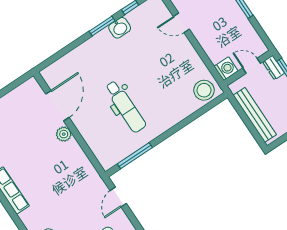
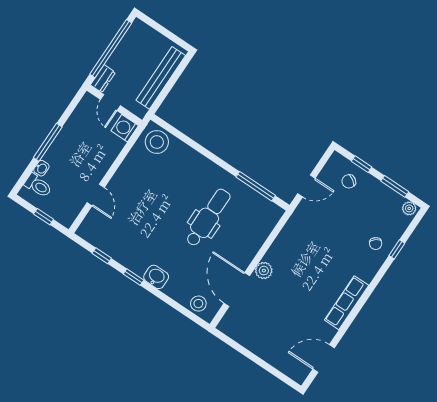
window: (102, 26) -> (134, 277), width x0.67
washbasin: (120, 28) -> (156, 277), moved
stool: (59, 70) -> (198, 304), added
door: (57, 106) -> (237, 290), hinge flipped

